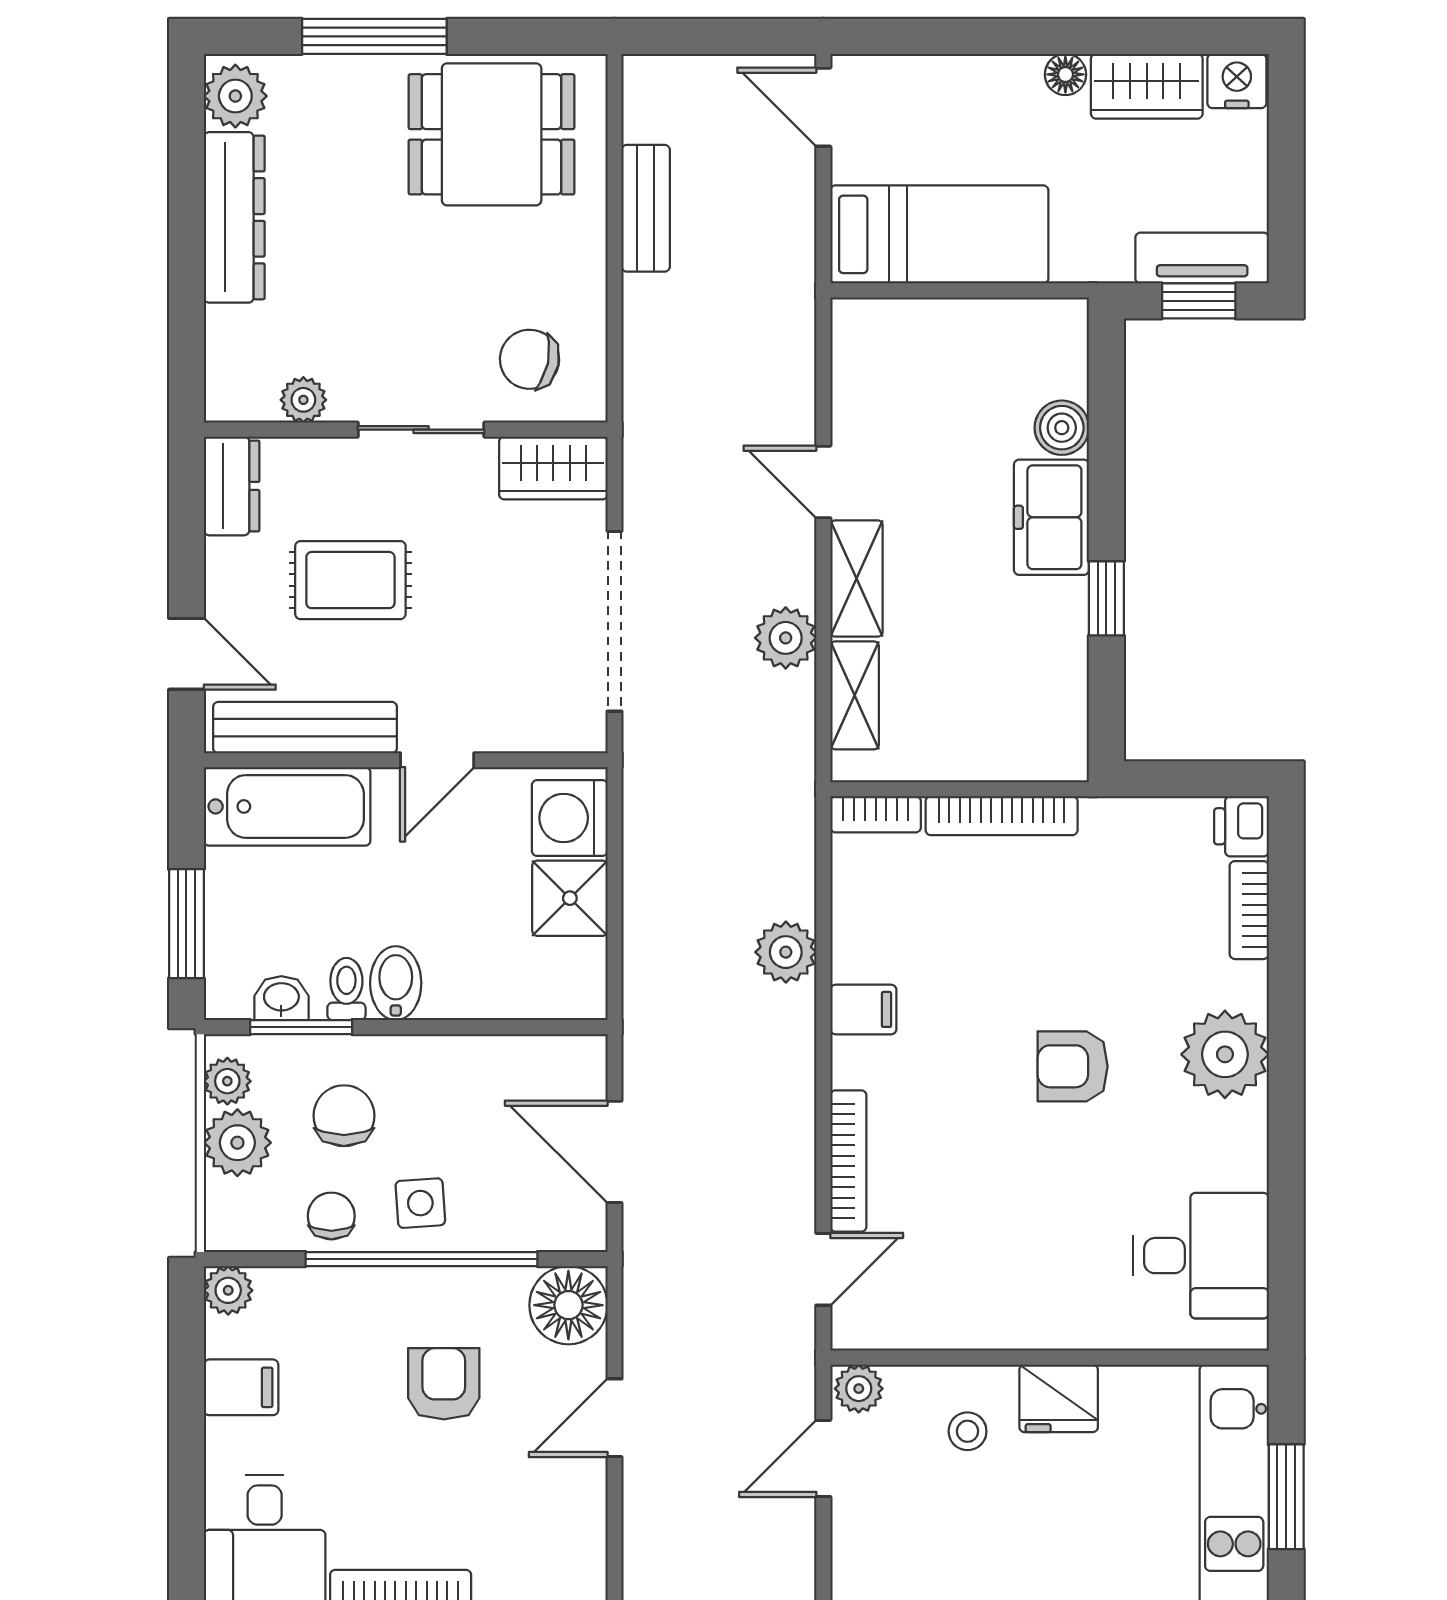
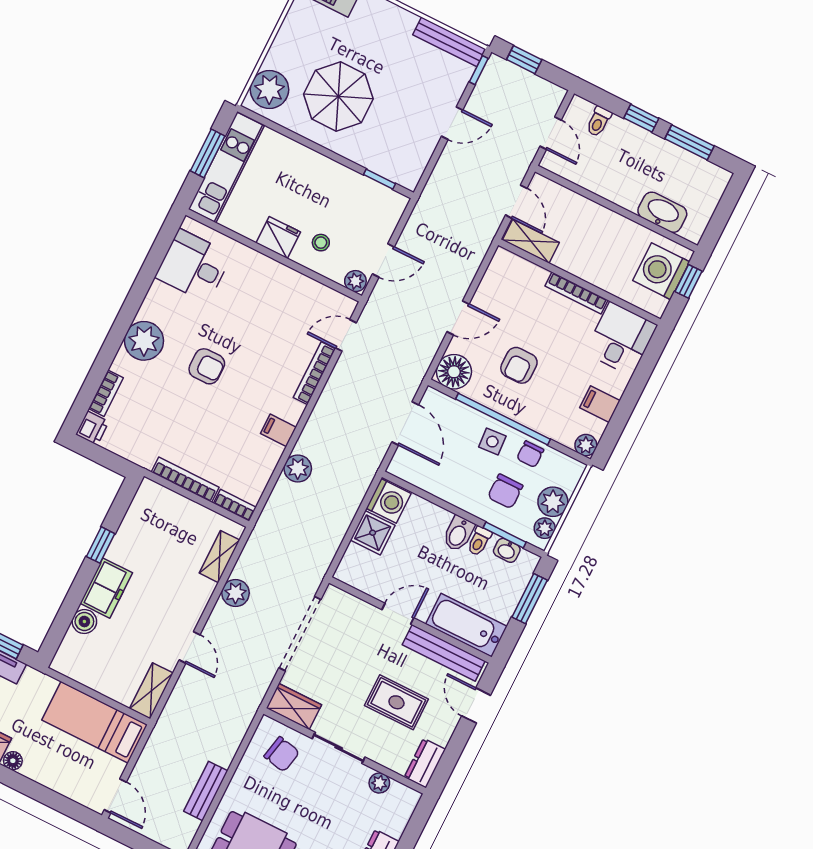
shelving: (857, 578) -> (151, 691), moved
washing machine: (570, 818) -> (389, 501), moved

